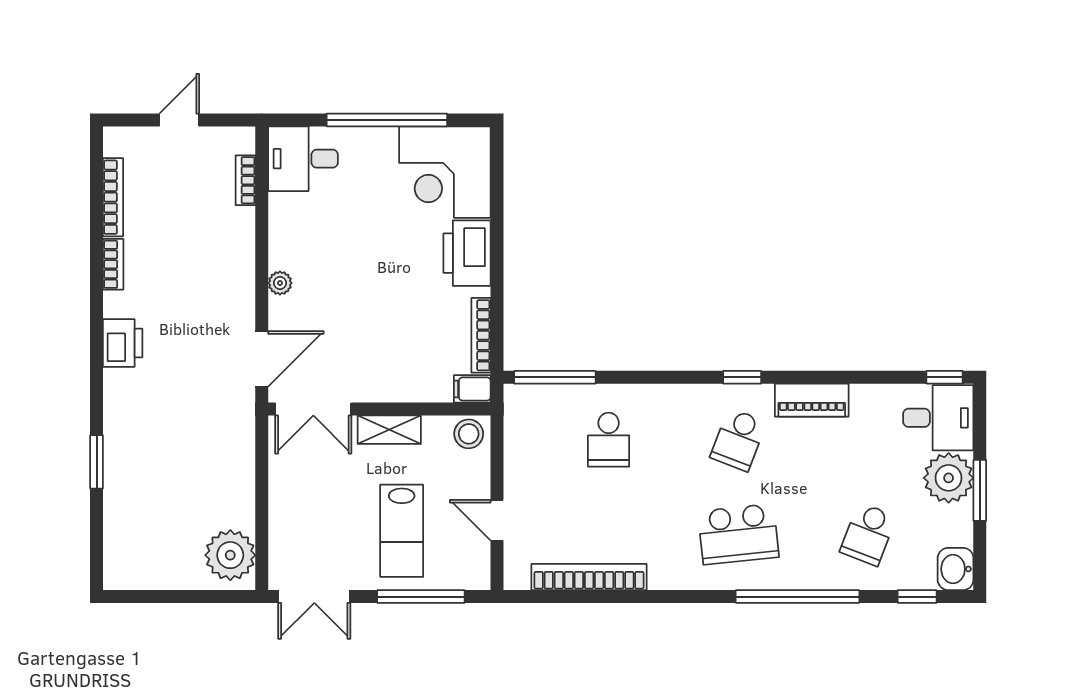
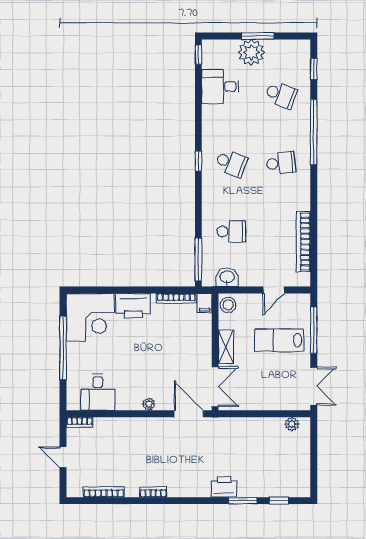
desk: (303, 159) -> (98, 392), moved
bookcase: (245, 180) -> (79, 422), moved
bookcase: (113, 264) -> (153, 492), moved
printer: (123, 343) -> (224, 487), moved
piano: (812, 400) -> (210, 124), removed
desk: (938, 418) -> (220, 87), moved, turned -90
window: (97, 530) -> (279, 501), added
lab bench: (402, 531) -> (279, 340), turned 180
school desk: (738, 534) -> (281, 163), width x0.54
plant: (230, 555) -> (292, 424), width x0.53, depth x0.53
washbasin: (956, 569) -> (227, 277), moved, turned 180

